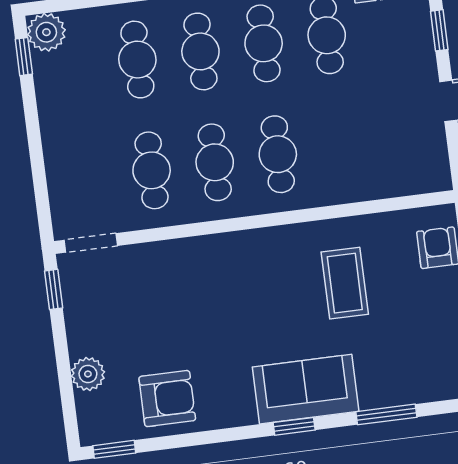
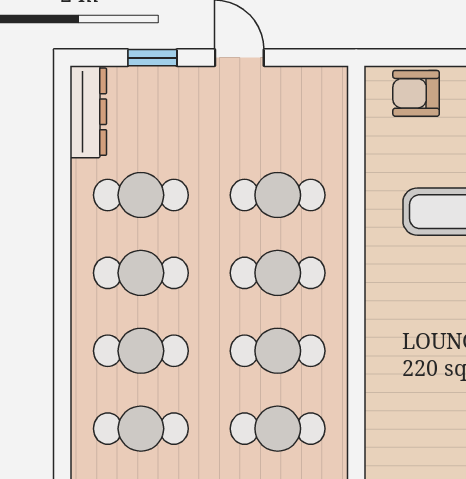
cafe table: (341, 146) -> (278, 195), added

